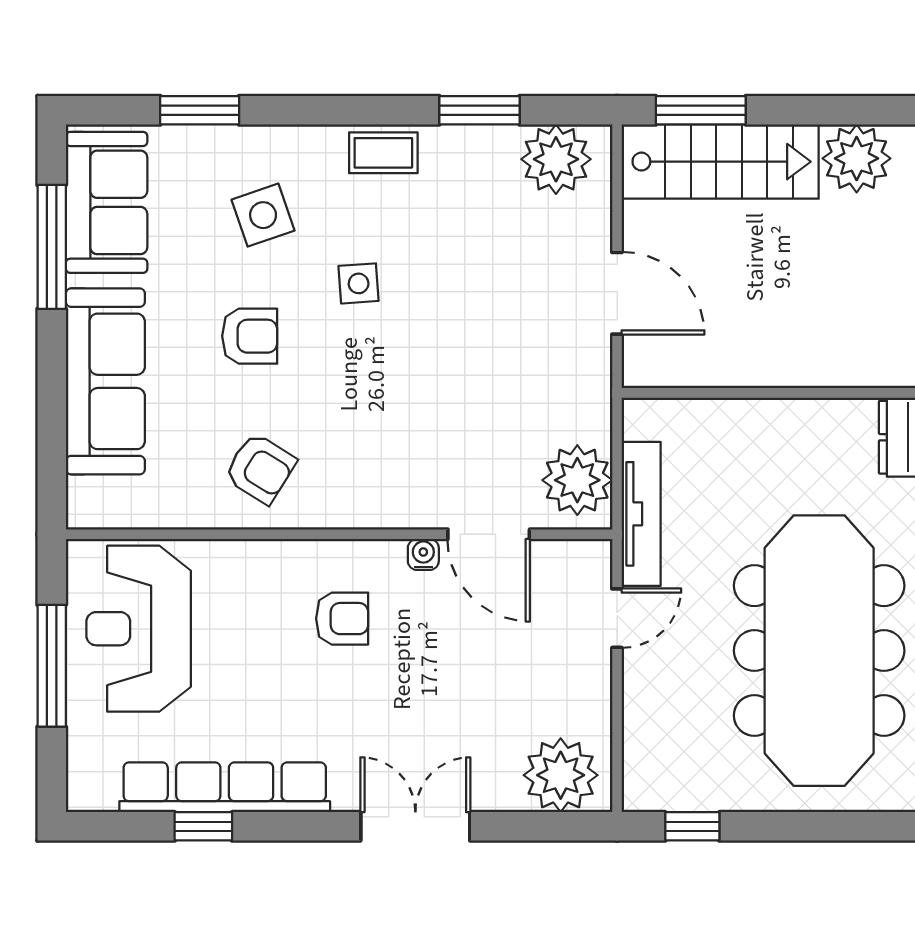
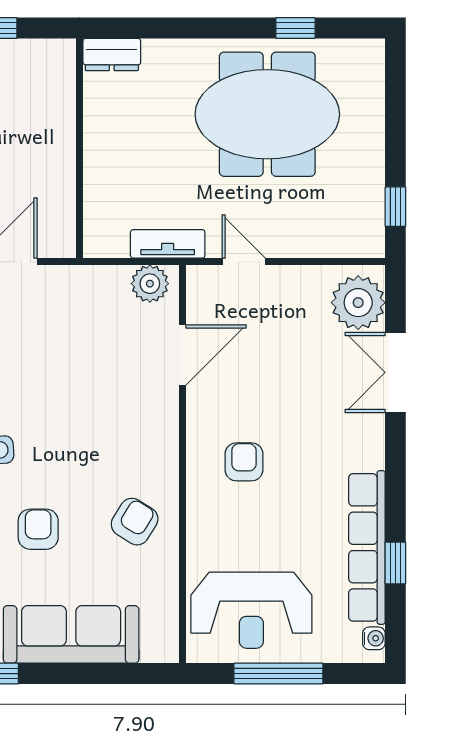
plant: (577, 480) -> (150, 284), width x0.73, depth x0.73
tv unit: (641, 514) -> (168, 244), width x0.71
water cooler: (423, 554) -> (374, 638), moved, turned 180
meeting table: (819, 651) -> (267, 114), width x0.73
double door: (415, 826) -> (395, 372), moved

